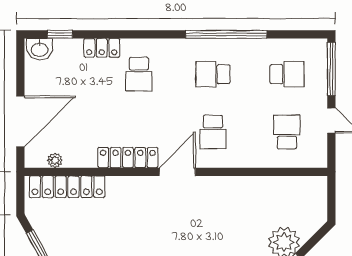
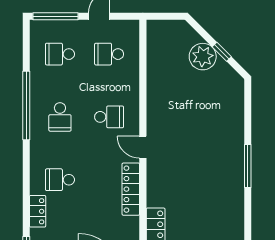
school desk: (139, 74) -> (60, 180), turned 180
school desk: (287, 74) -> (60, 54), turned -90
door: (177, 172) -> (143, 147), width x0.73

